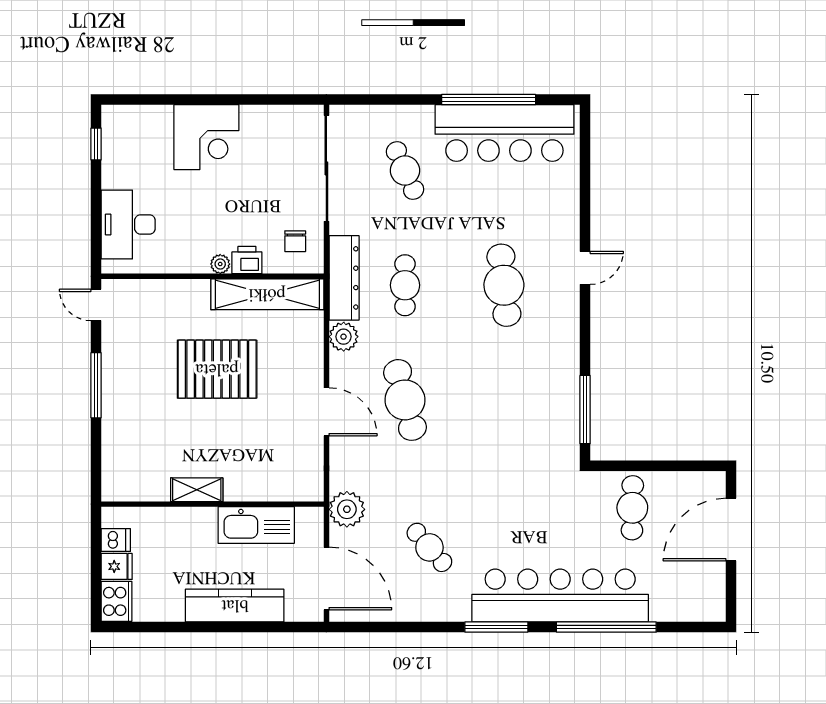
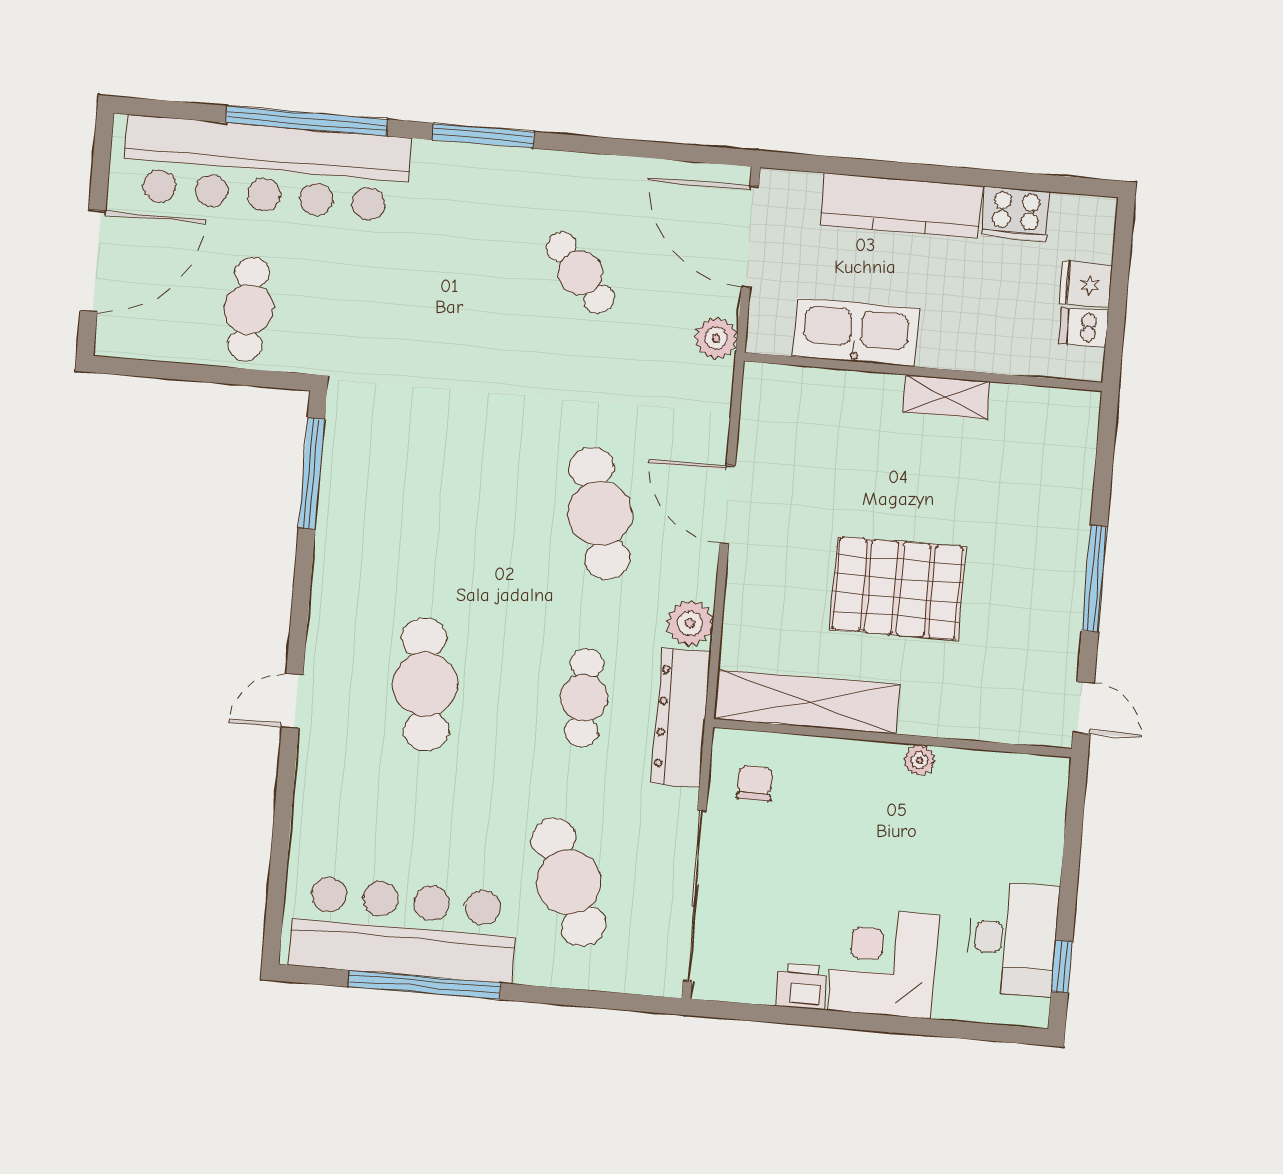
cafe table: (405, 171) -> (569, 882), width x1.37, depth x1.35
desk: (128, 224) -> (1012, 938), moved
printer: (247, 260) -> (801, 986), moved, turned 180
plant: (220, 264) -> (919, 760), moved
plant: (347, 509) -> (716, 338), width x0.73, depth x0.73
bar counter: (560, 596) -> (266, 169), moved
cooker: (117, 601) -> (1016, 214), moved, turned -90

